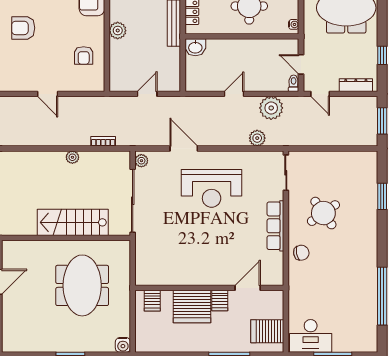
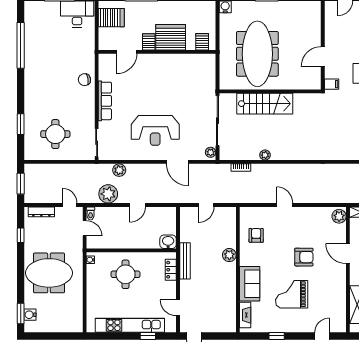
reception desk: (212, 188) -> (155, 130), turned 180
round table: (323, 213) -> (55, 134), moved, turned 35
meeting table: (82, 285) -> (257, 54), width x1.36

